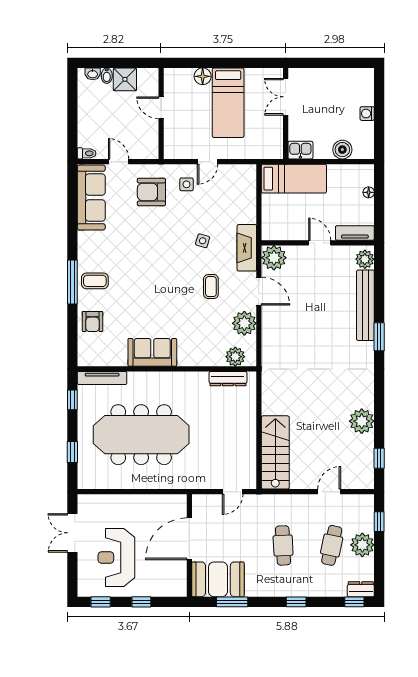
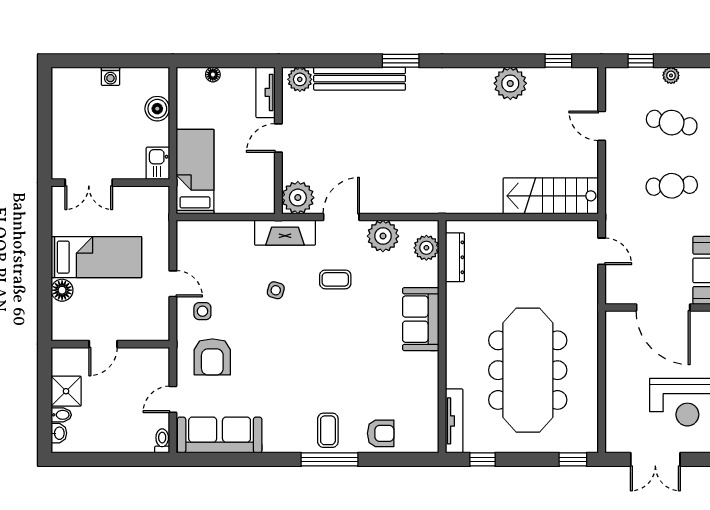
sofa: (152, 352) -> (421, 319), moved
window: (72, 452) -> (573, 459), moved
plant: (362, 545) -> (671, 75), width x0.53, depth x0.53

